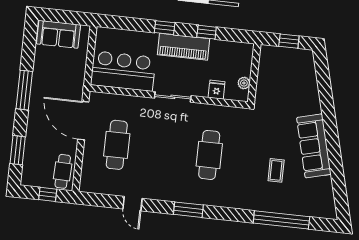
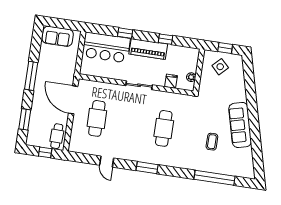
window: (165, 28) -> (125, 33), moved
side table: (283, 67) -> (220, 67), added
bar counter: (123, 71) -> (106, 47), moved, turned 180

